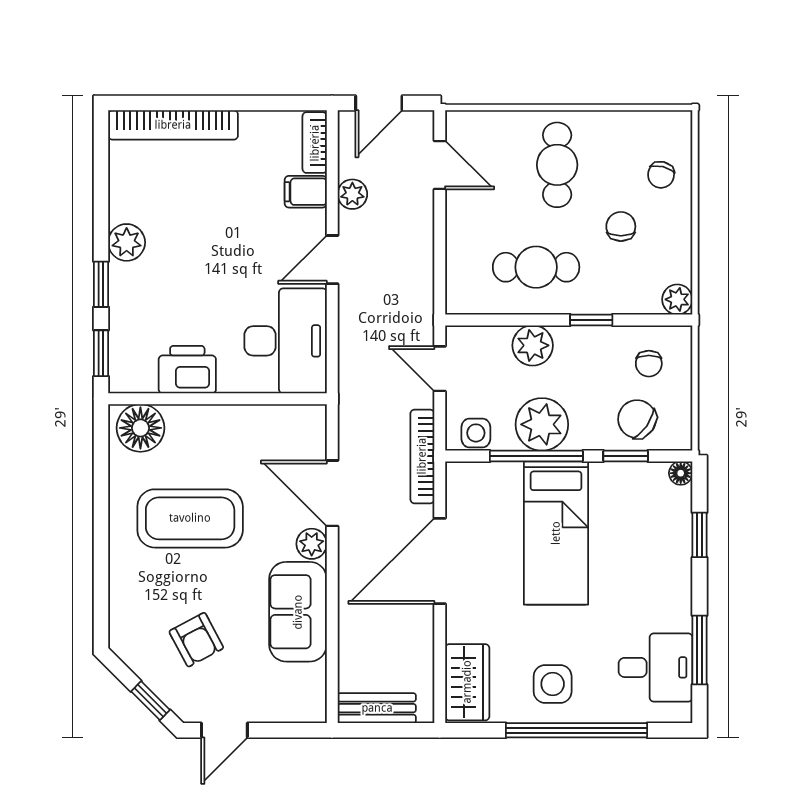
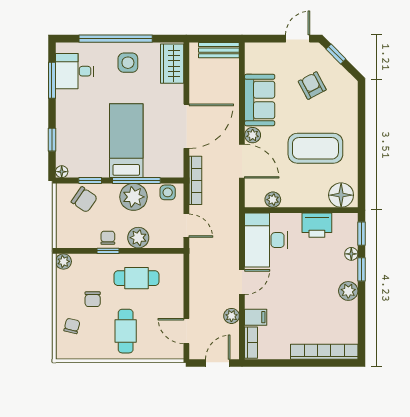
floor lamp: (121, 314) -> (351, 254), added
chair: (649, 364) -> (108, 238), moved
plant: (273, 419) -> (273, 200), added

